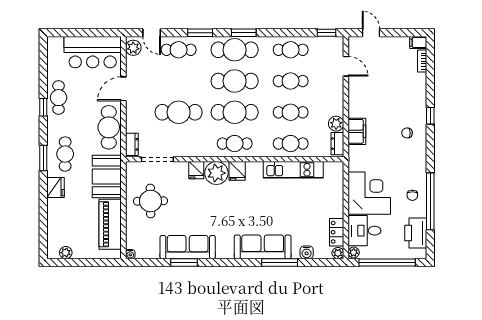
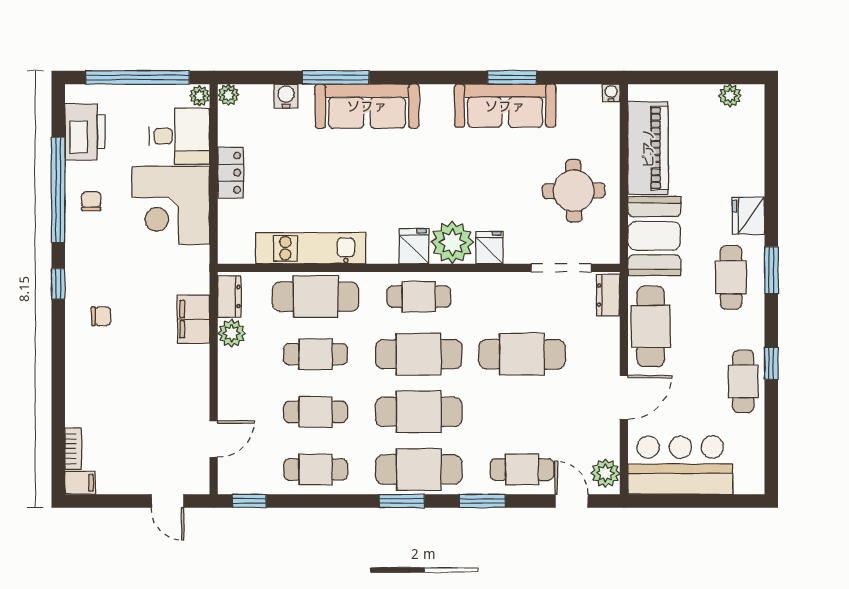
door: (346, 66) -> (214, 439), swing flipped
window: (430, 116) -> (58, 284), moved
cafe table: (291, 144) -> (316, 297), width x1.37, depth x1.35
locker: (337, 232) -> (231, 173), moved

